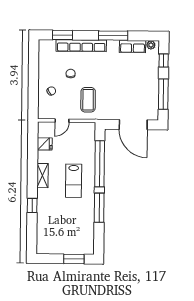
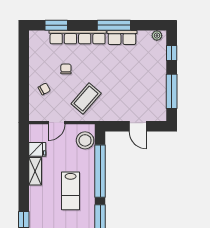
row of seats: (132, 47) -> (122, 38), moved
coffee table: (88, 100) -> (86, 98), turned 41
door: (133, 125) -> (138, 126), width x0.53
stool: (87, 137) -> (85, 140), added
shelving: (43, 176) -> (35, 171), moved

